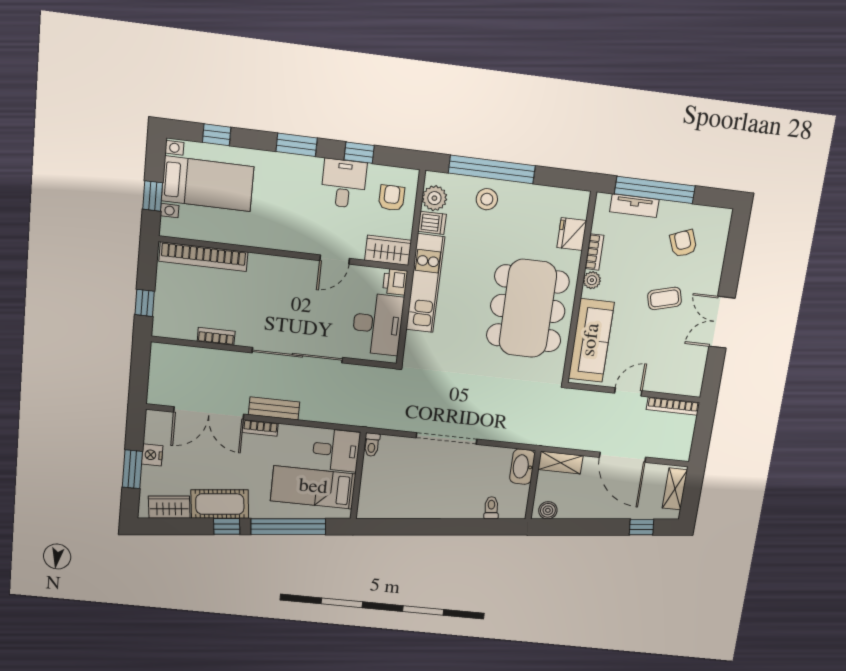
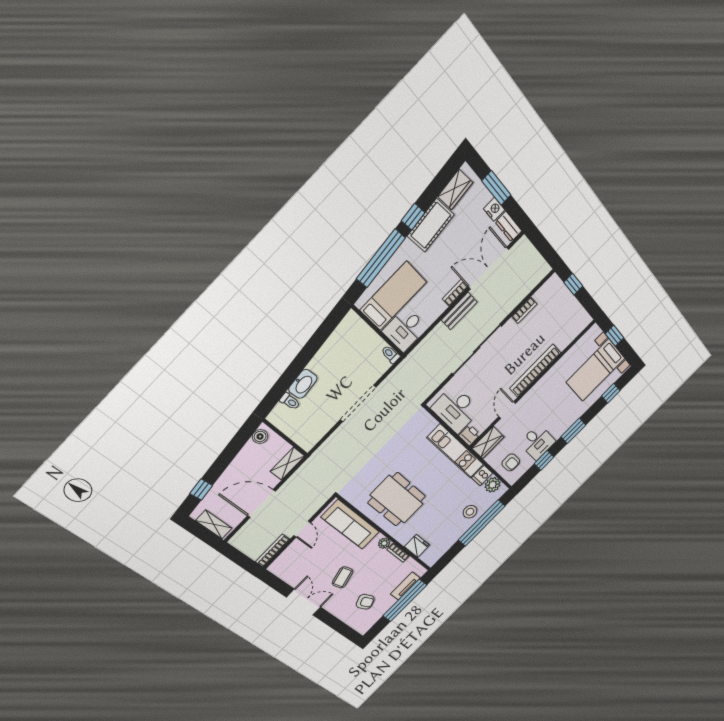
bookcase: (203, 257) -> (535, 371), moved
dining table: (528, 308) -> (397, 499), width x0.73, depth x0.80
dresser: (154, 427) -> (509, 227), added
washbasin: (522, 467) -> (303, 384), moved, turned 84

